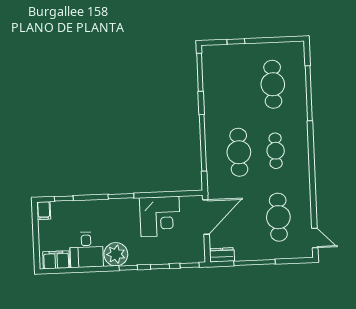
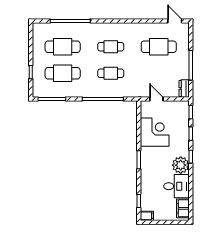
cafe table: (236, 86) -> (63, 73), added
cafe table: (239, 152) -> (111, 73), width x0.73, depth x0.74
door: (206, 217) -> (156, 99), width x0.53
door: (315, 238) -> (175, 21), hinge flipped

